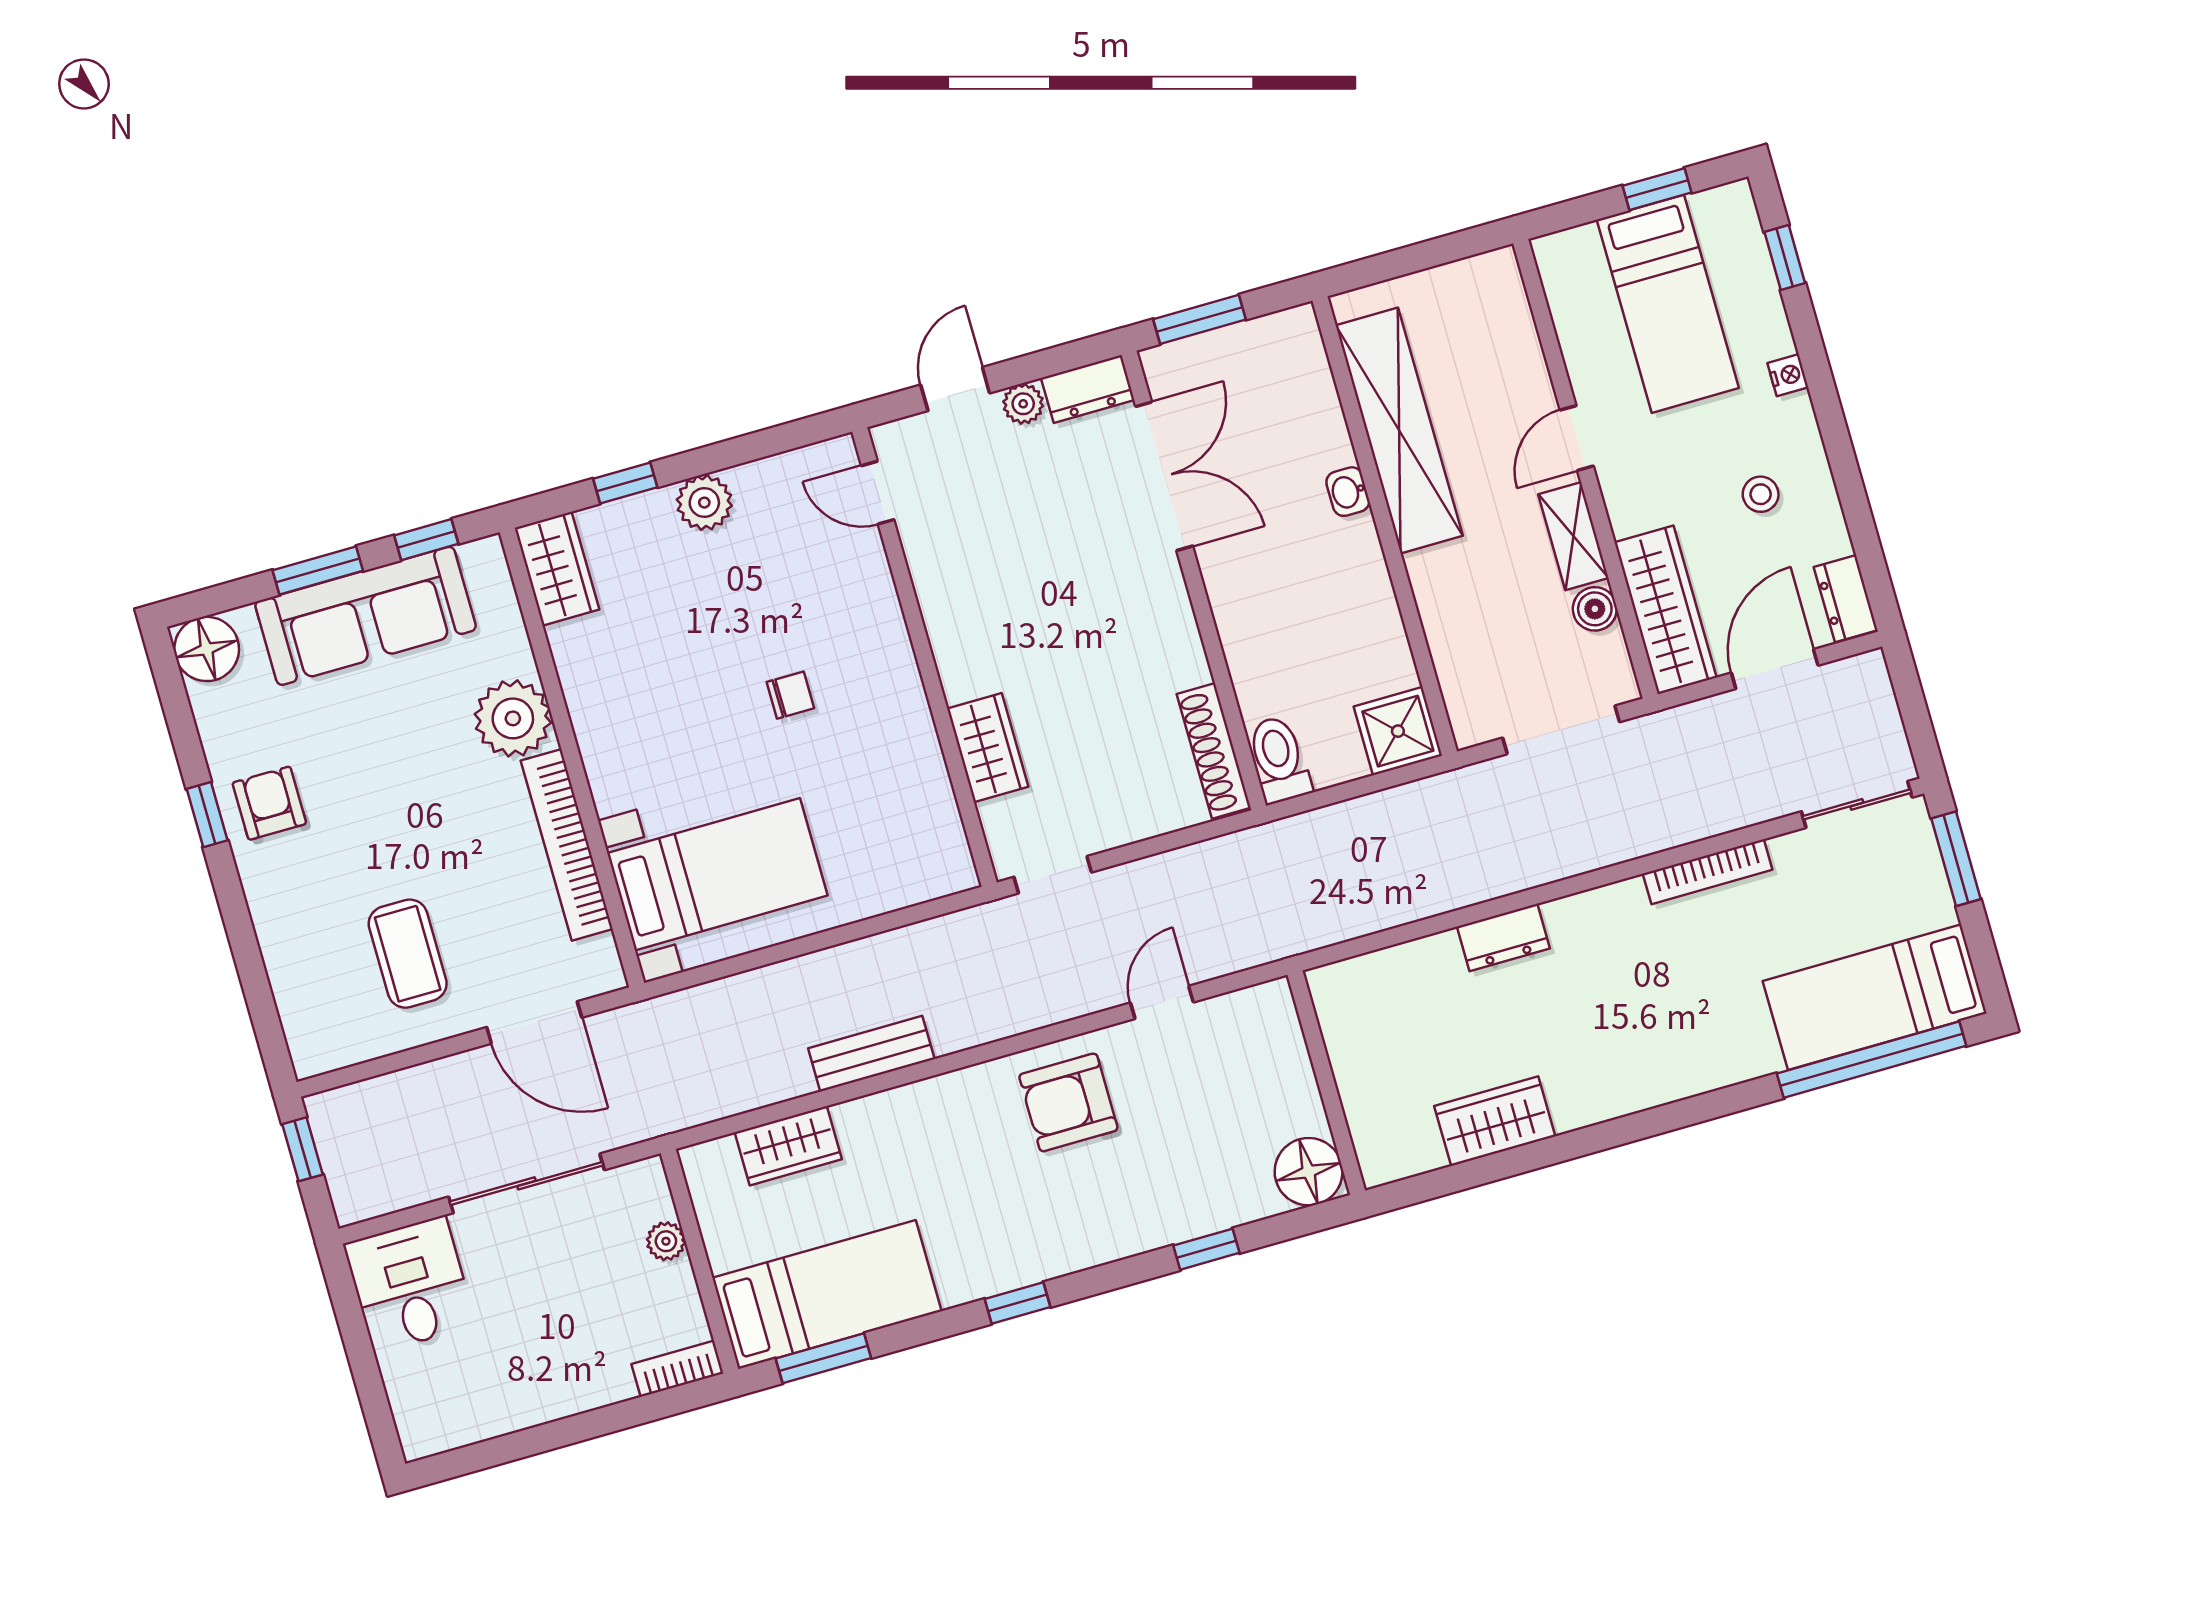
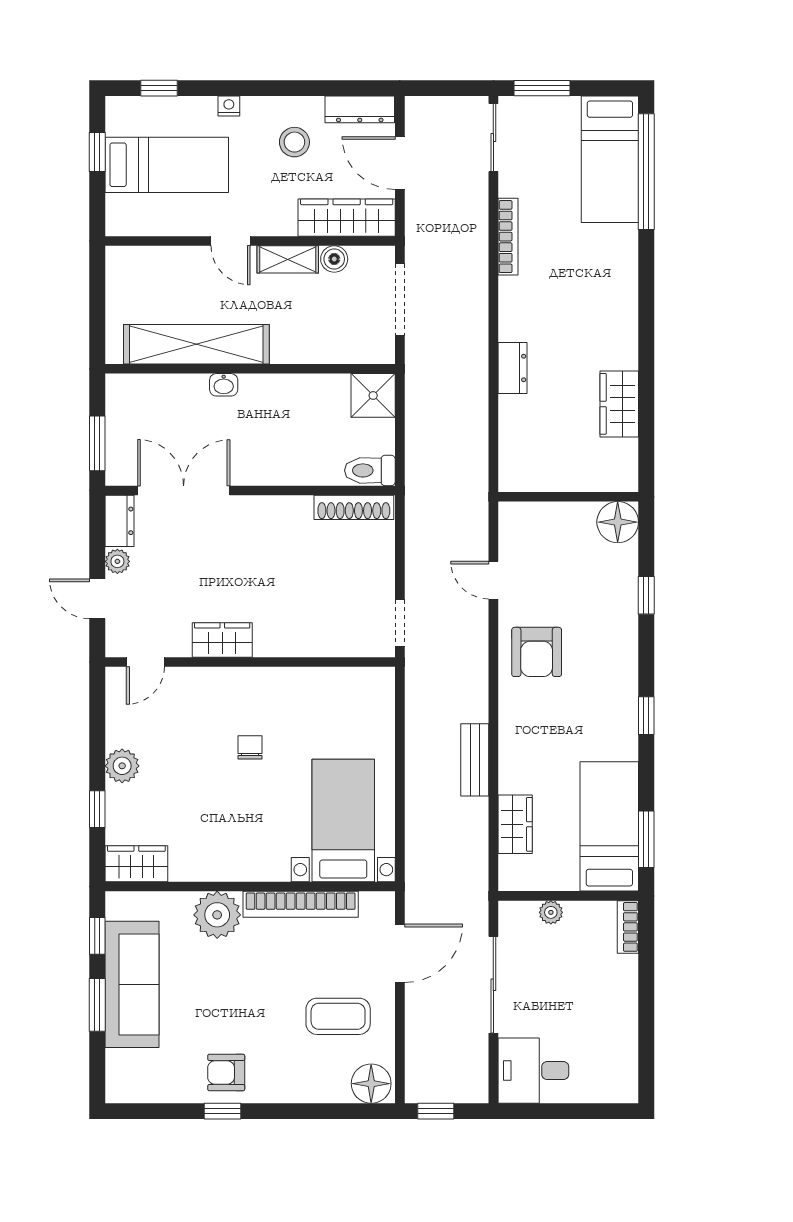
stool: (1761, 494) -> (294, 142), width x1.37, depth x1.37
dresser: (1846, 599) -> (360, 109), width x1.44
floor lamp: (207, 649) -> (371, 1084), moved
wardrobe: (988, 748) -> (222, 640), moved

